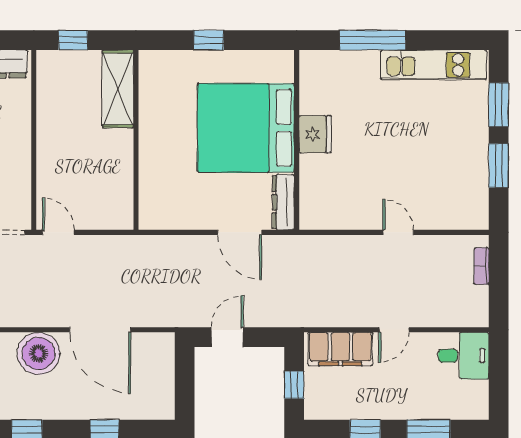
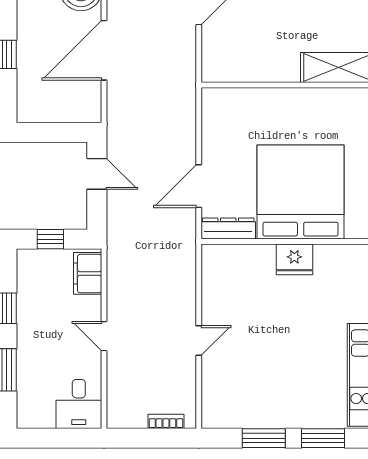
filing cabinet: (340, 349) -> (88, 273), width x0.67, depth x0.86

